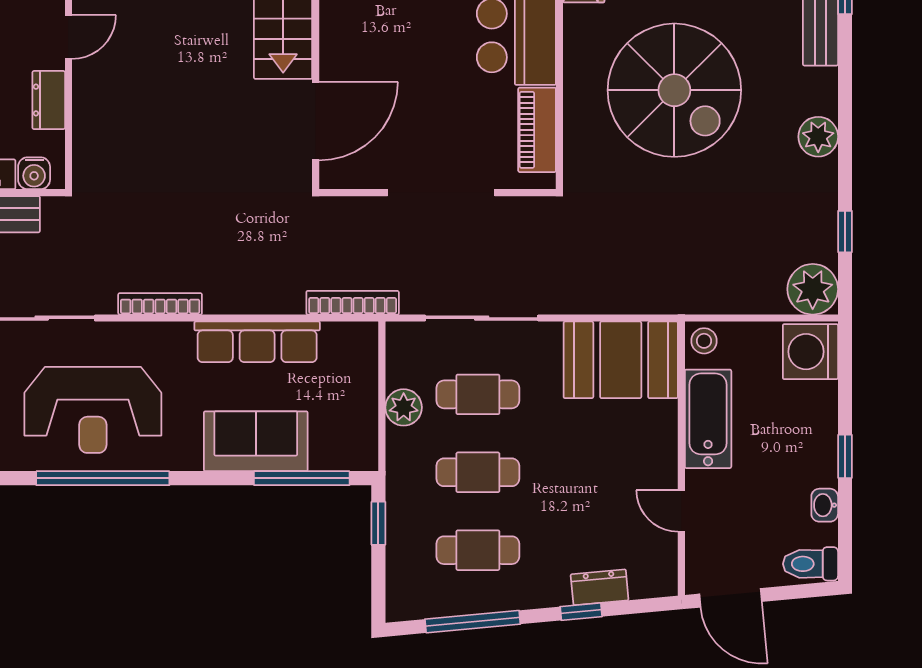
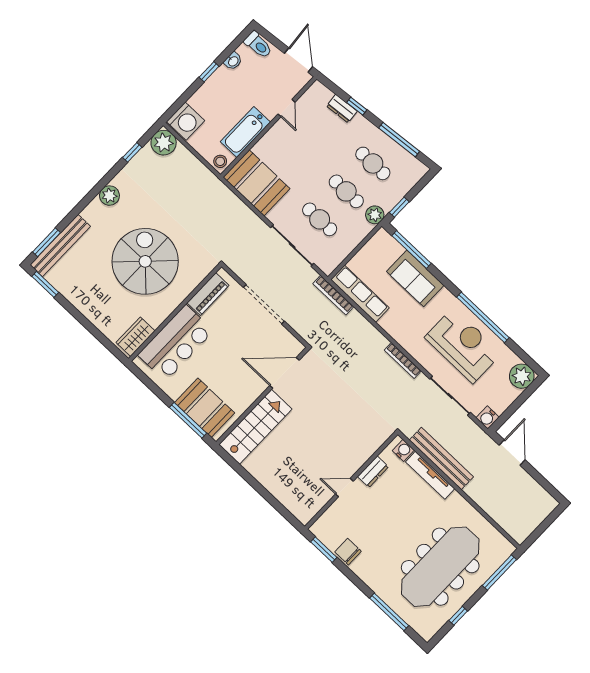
row of seats: (257, 342) -> (360, 294), moved
plant: (404, 407) -> (375, 215), moved

